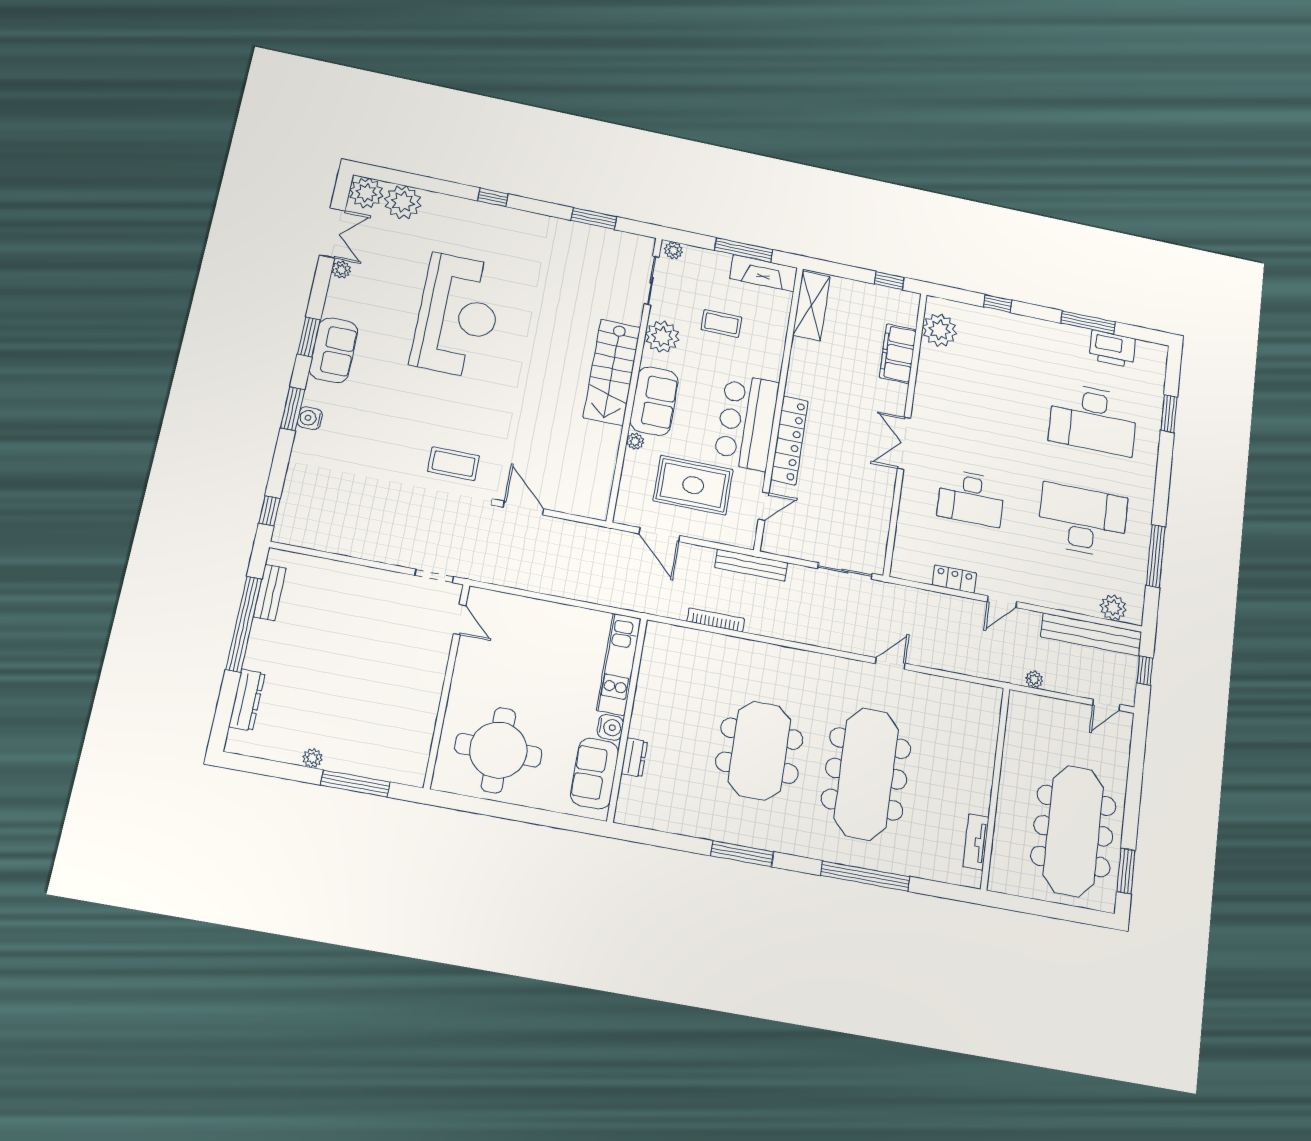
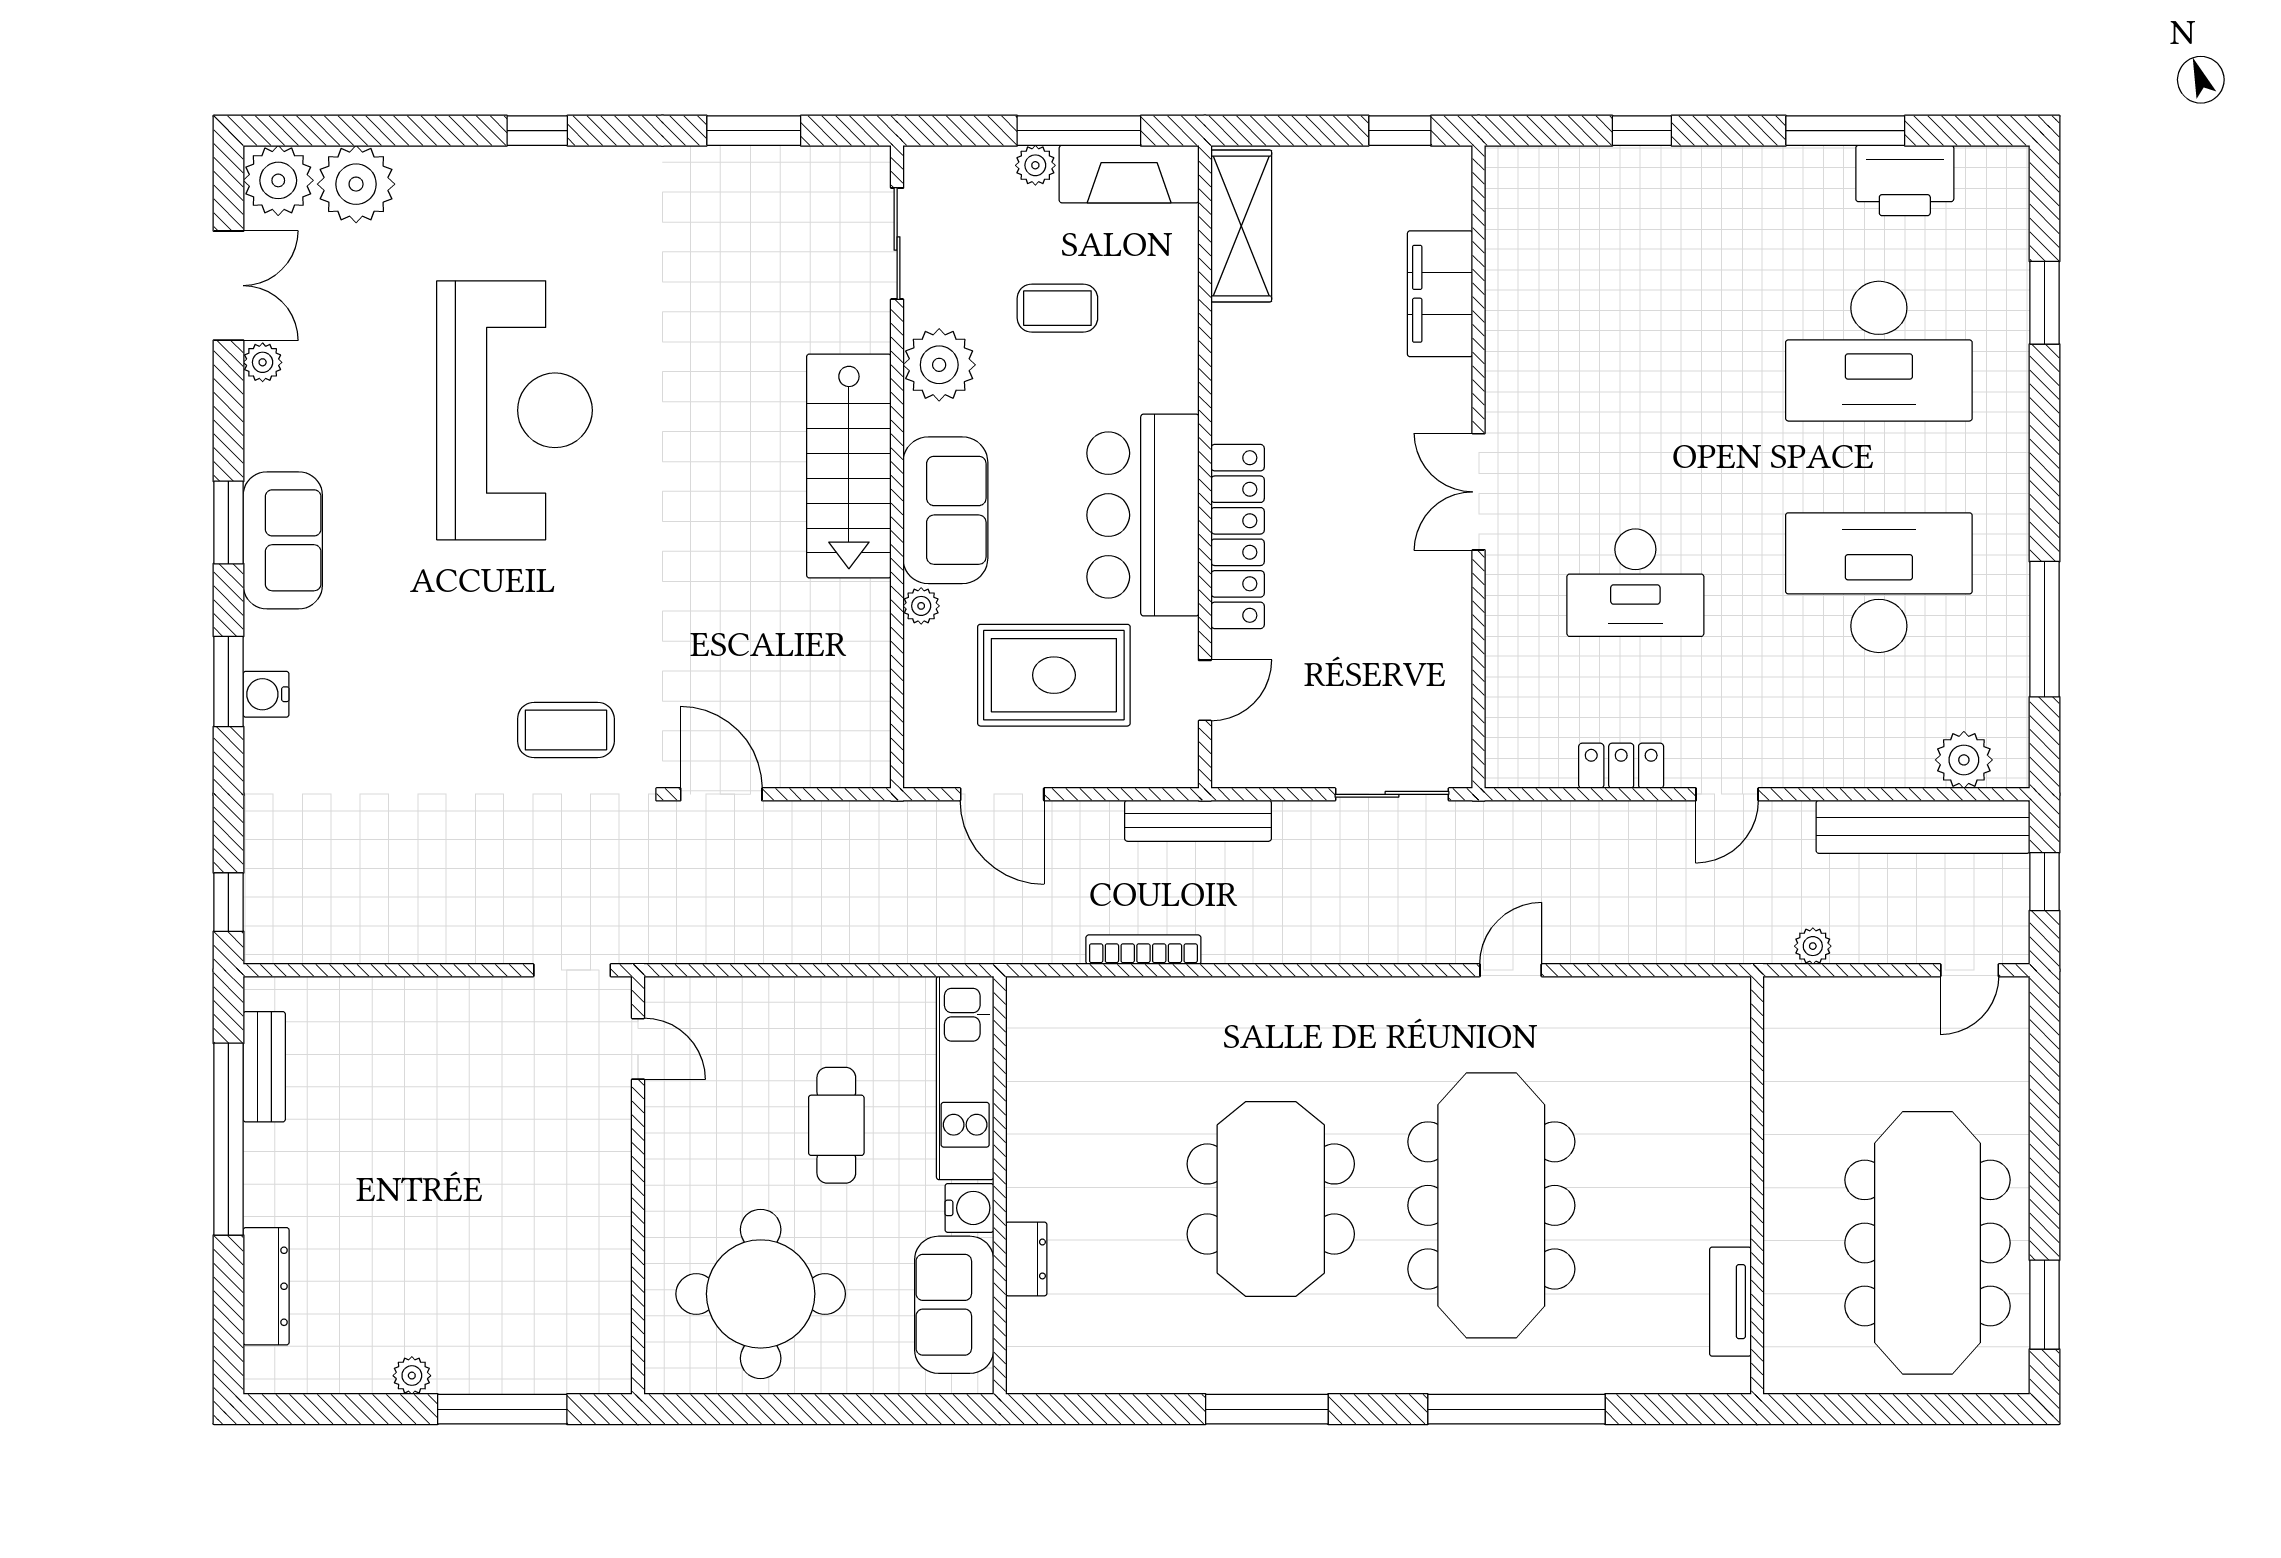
plant: (673, 250) -> (1035, 165), moved
plant: (940, 330) -> (1523, 220), removed
cafe table: (551, 675) -> (836, 1125), added

